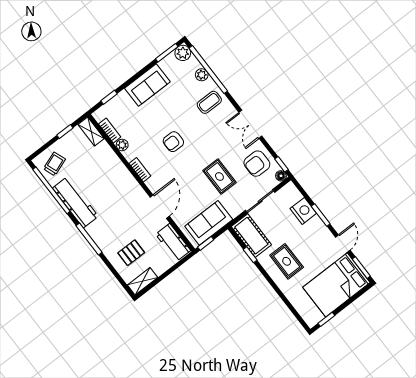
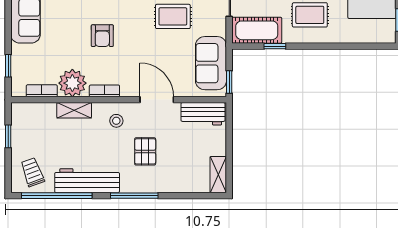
shelving: (91, 131) -> (74, 110), moved
plant: (122, 145) -> (72, 83), width x1.88, depth x1.88
stool: (127, 192) -> (116, 121), added
pallet: (131, 253) -> (145, 151), moved

